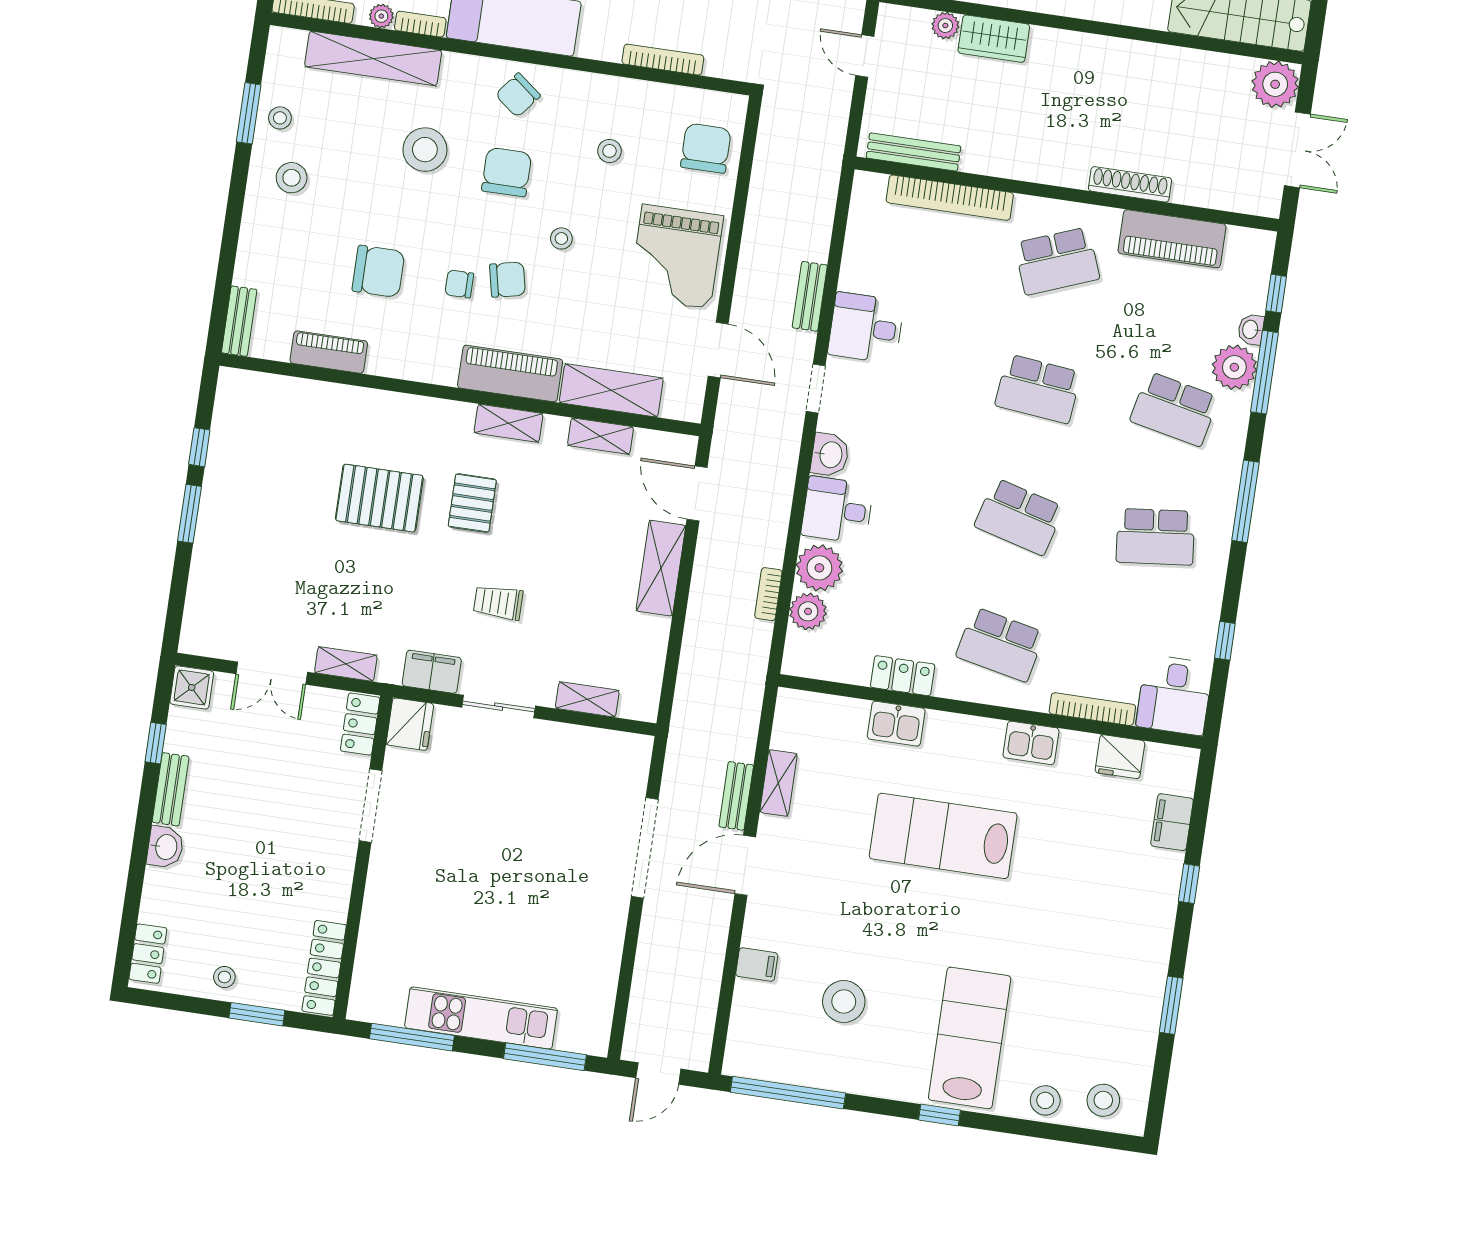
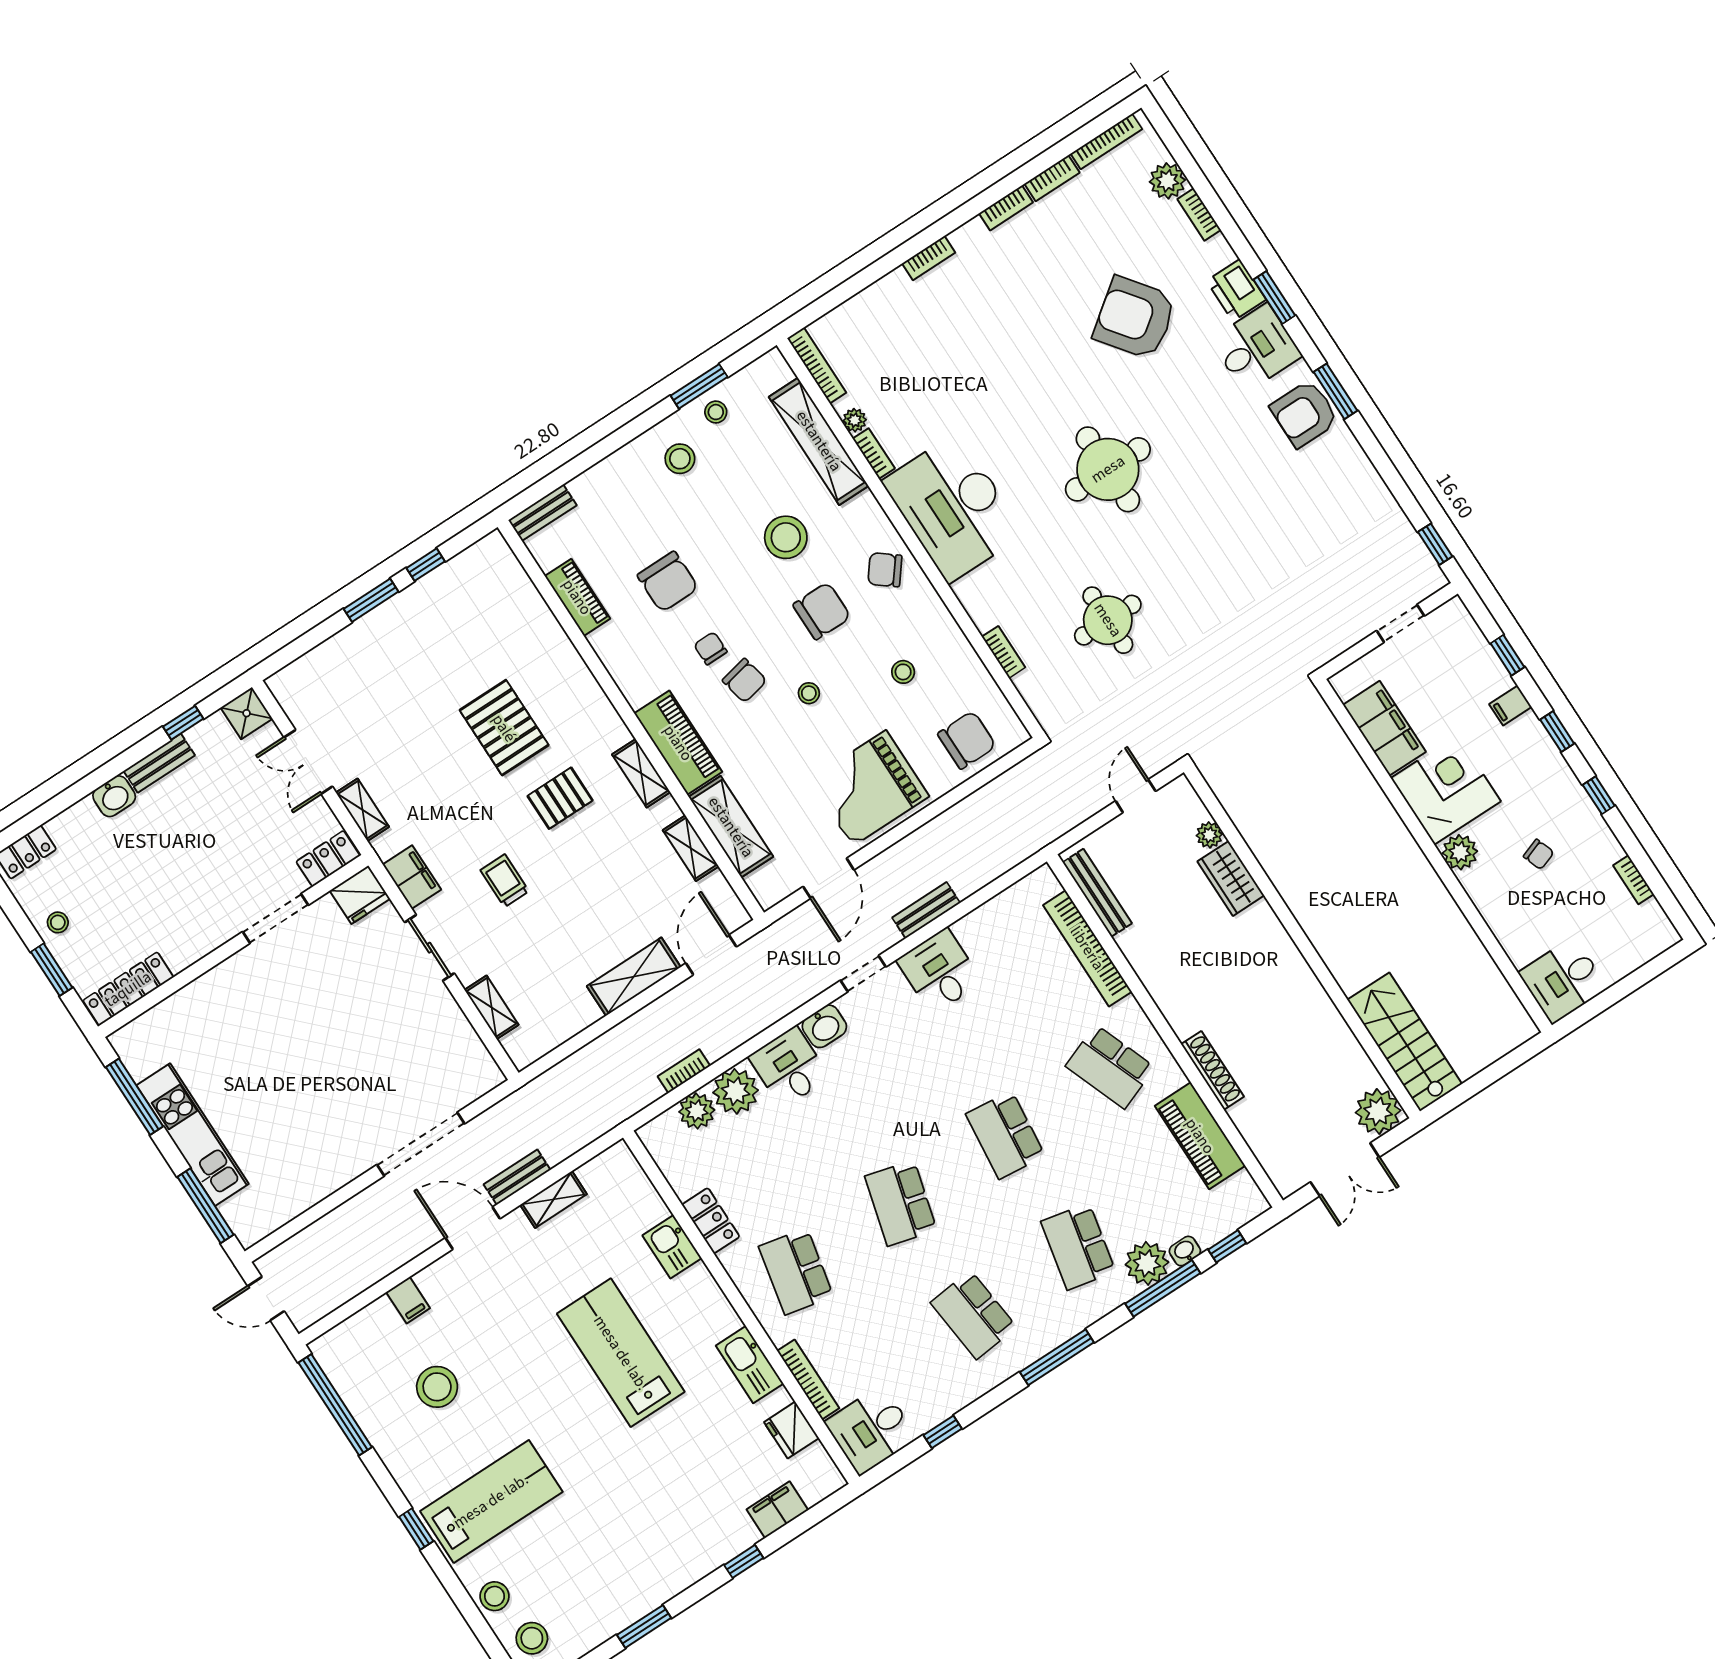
bookcase: (663, 60) -> (1004, 652), width x0.64
kitchen sink: (1031, 743) -> (750, 1365), width x1.38

